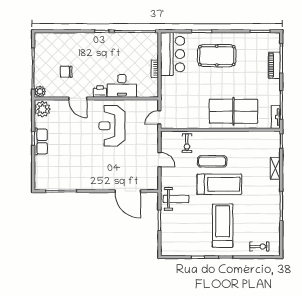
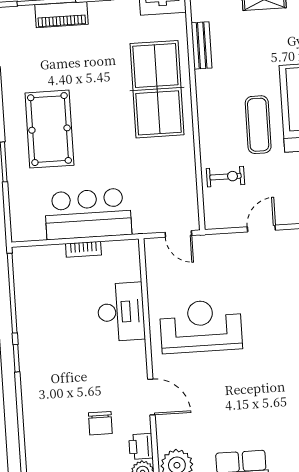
bar counter: (173, 54) -> (88, 214), moved
printer: (100, 91) -> (141, 446), moved
door: (78, 98) -> (151, 397), hinge flipped
reception desk: (112, 126) -> (201, 326), turned 180
bench: (254, 135) -> (202, 45), added

